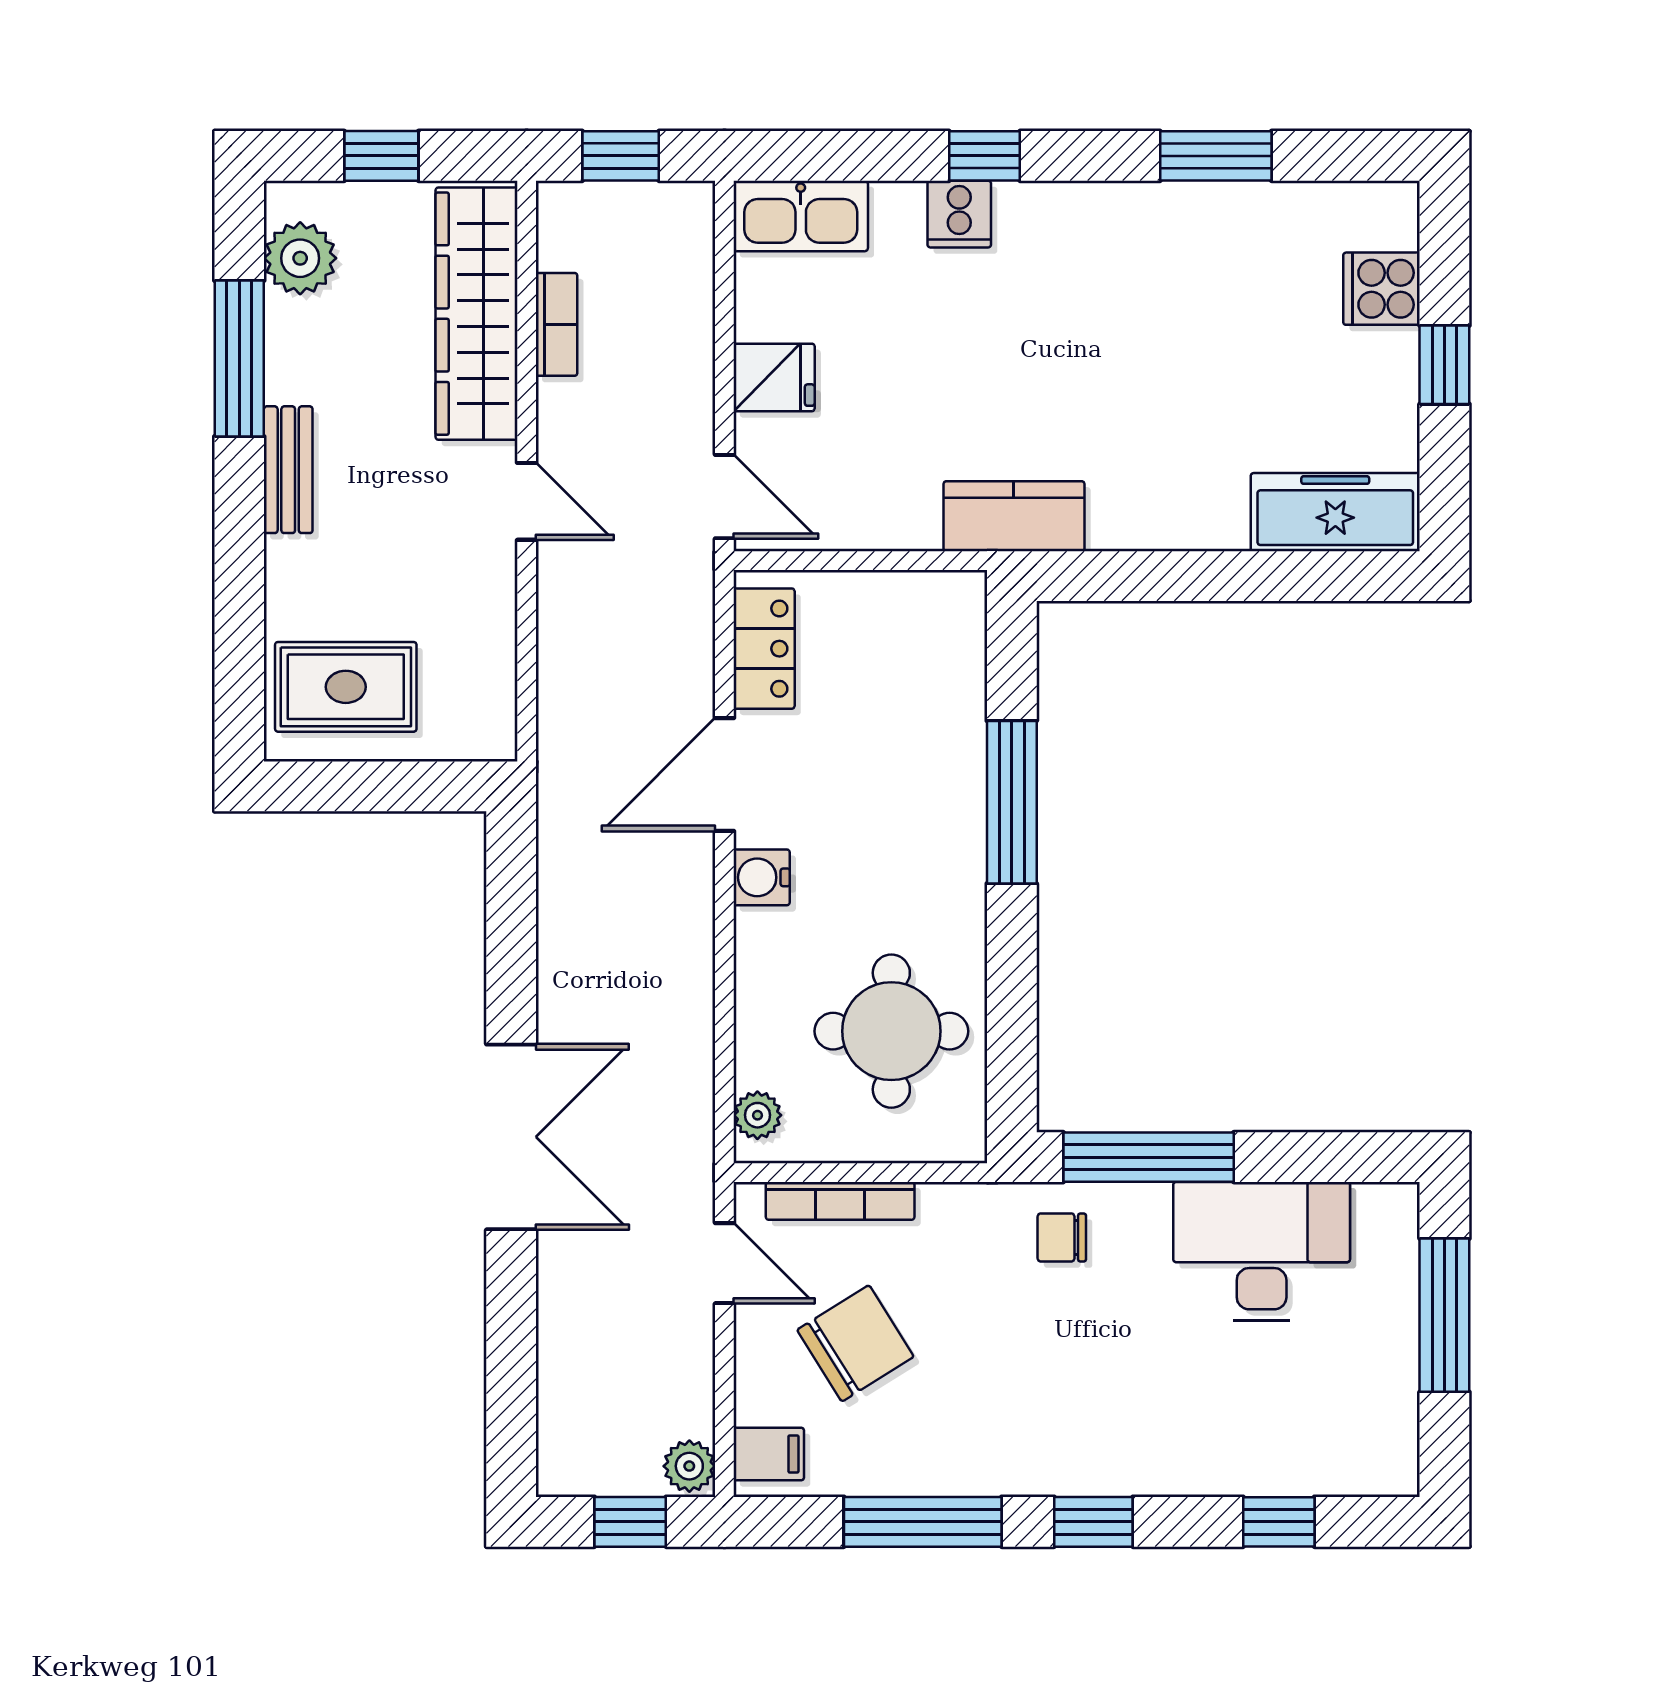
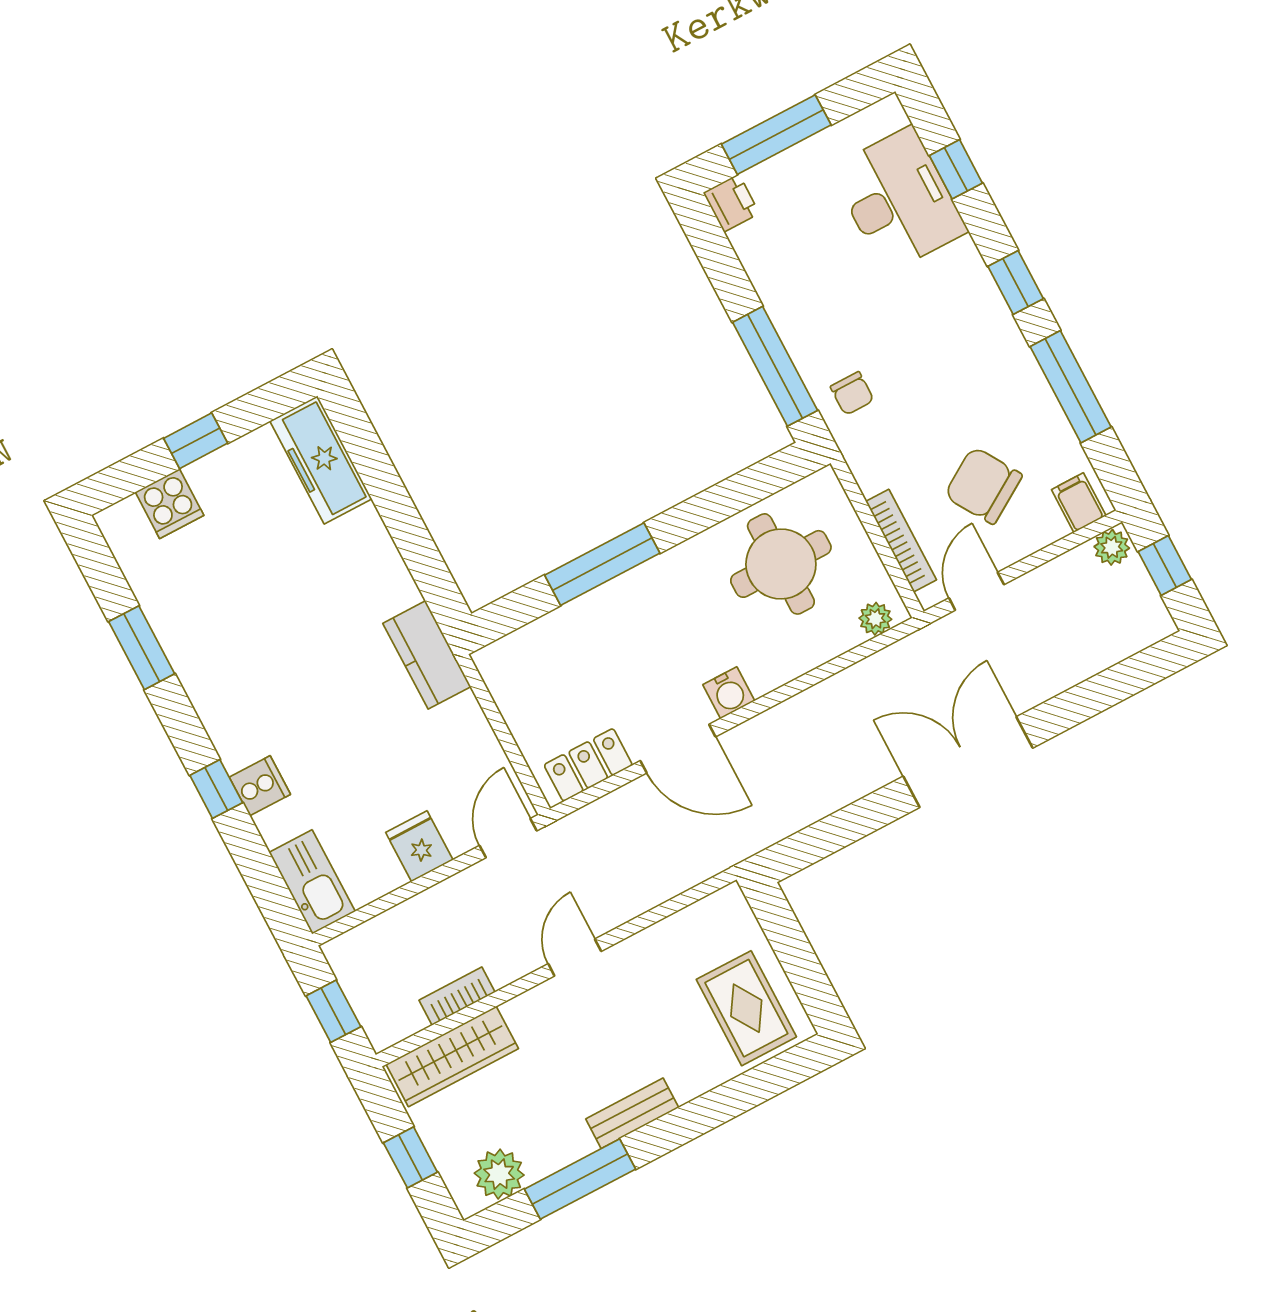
wardrobe: (476, 314) -> (452, 1056), width x0.71, depth x0.85
printer: (1387, 1211) -> (731, 203), added
desk: (1262, 1251) -> (899, 200), moved, turned 180

